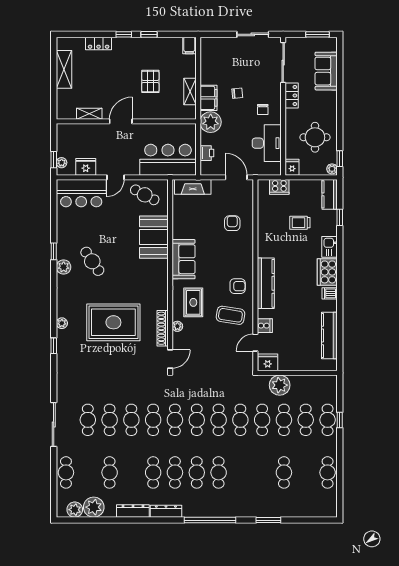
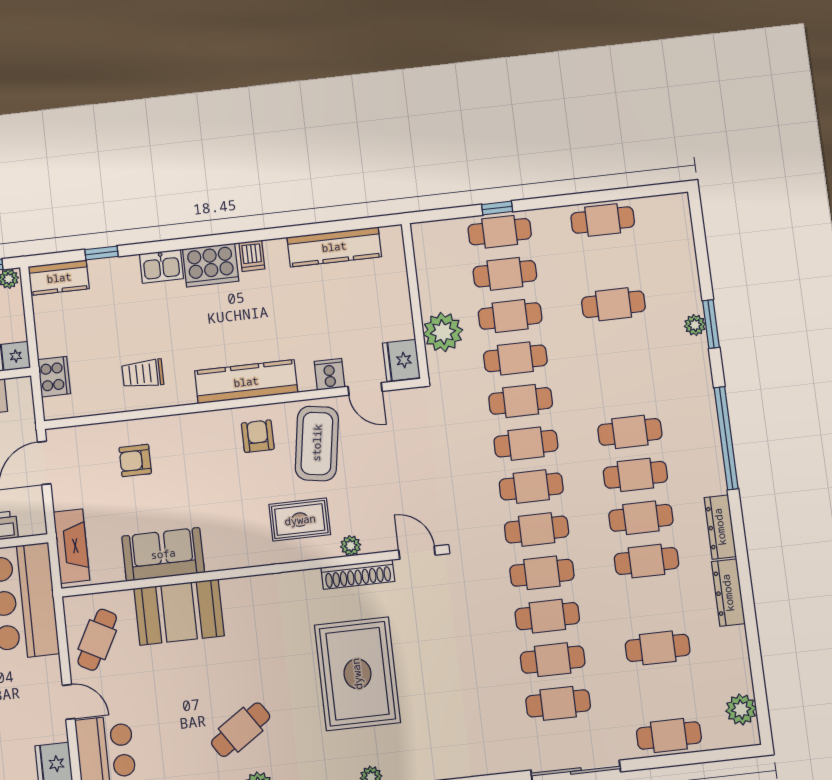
trolley: (300, 223) -> (143, 374), moved, turned 90
sofa: (184, 259) -> (163, 554), moved
coffee table: (230, 315) -> (317, 443), width x1.36, depth x1.32
plant: (94, 507) -> (695, 325), moved, width x0.53, depth x0.53

